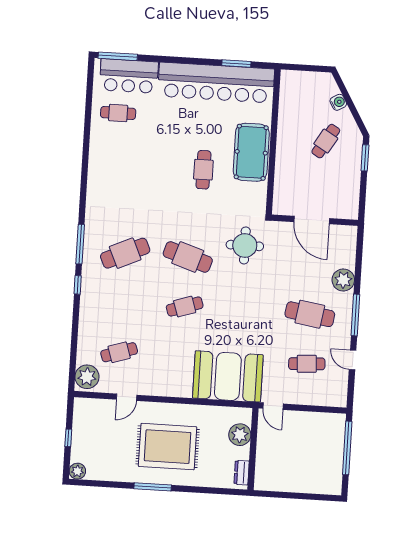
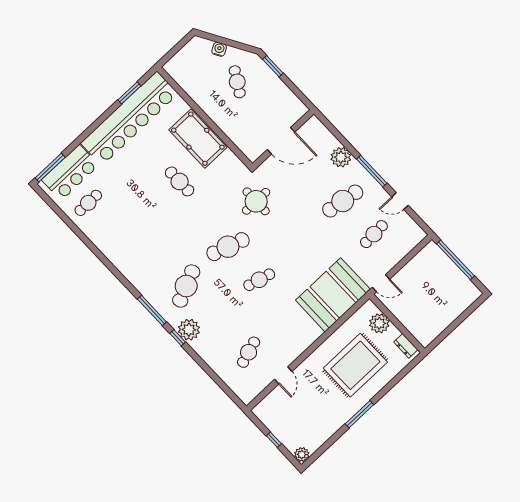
cafe table: (185, 307) -> (259, 280), turned 33
plant: (87, 377) -> (189, 330), moved
rug: (168, 447) -> (355, 365), moved

